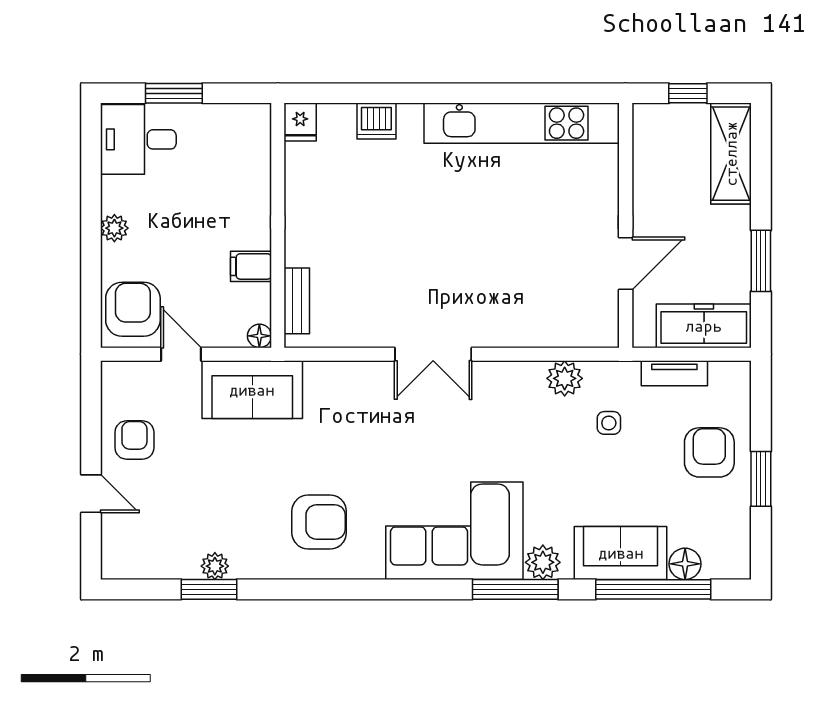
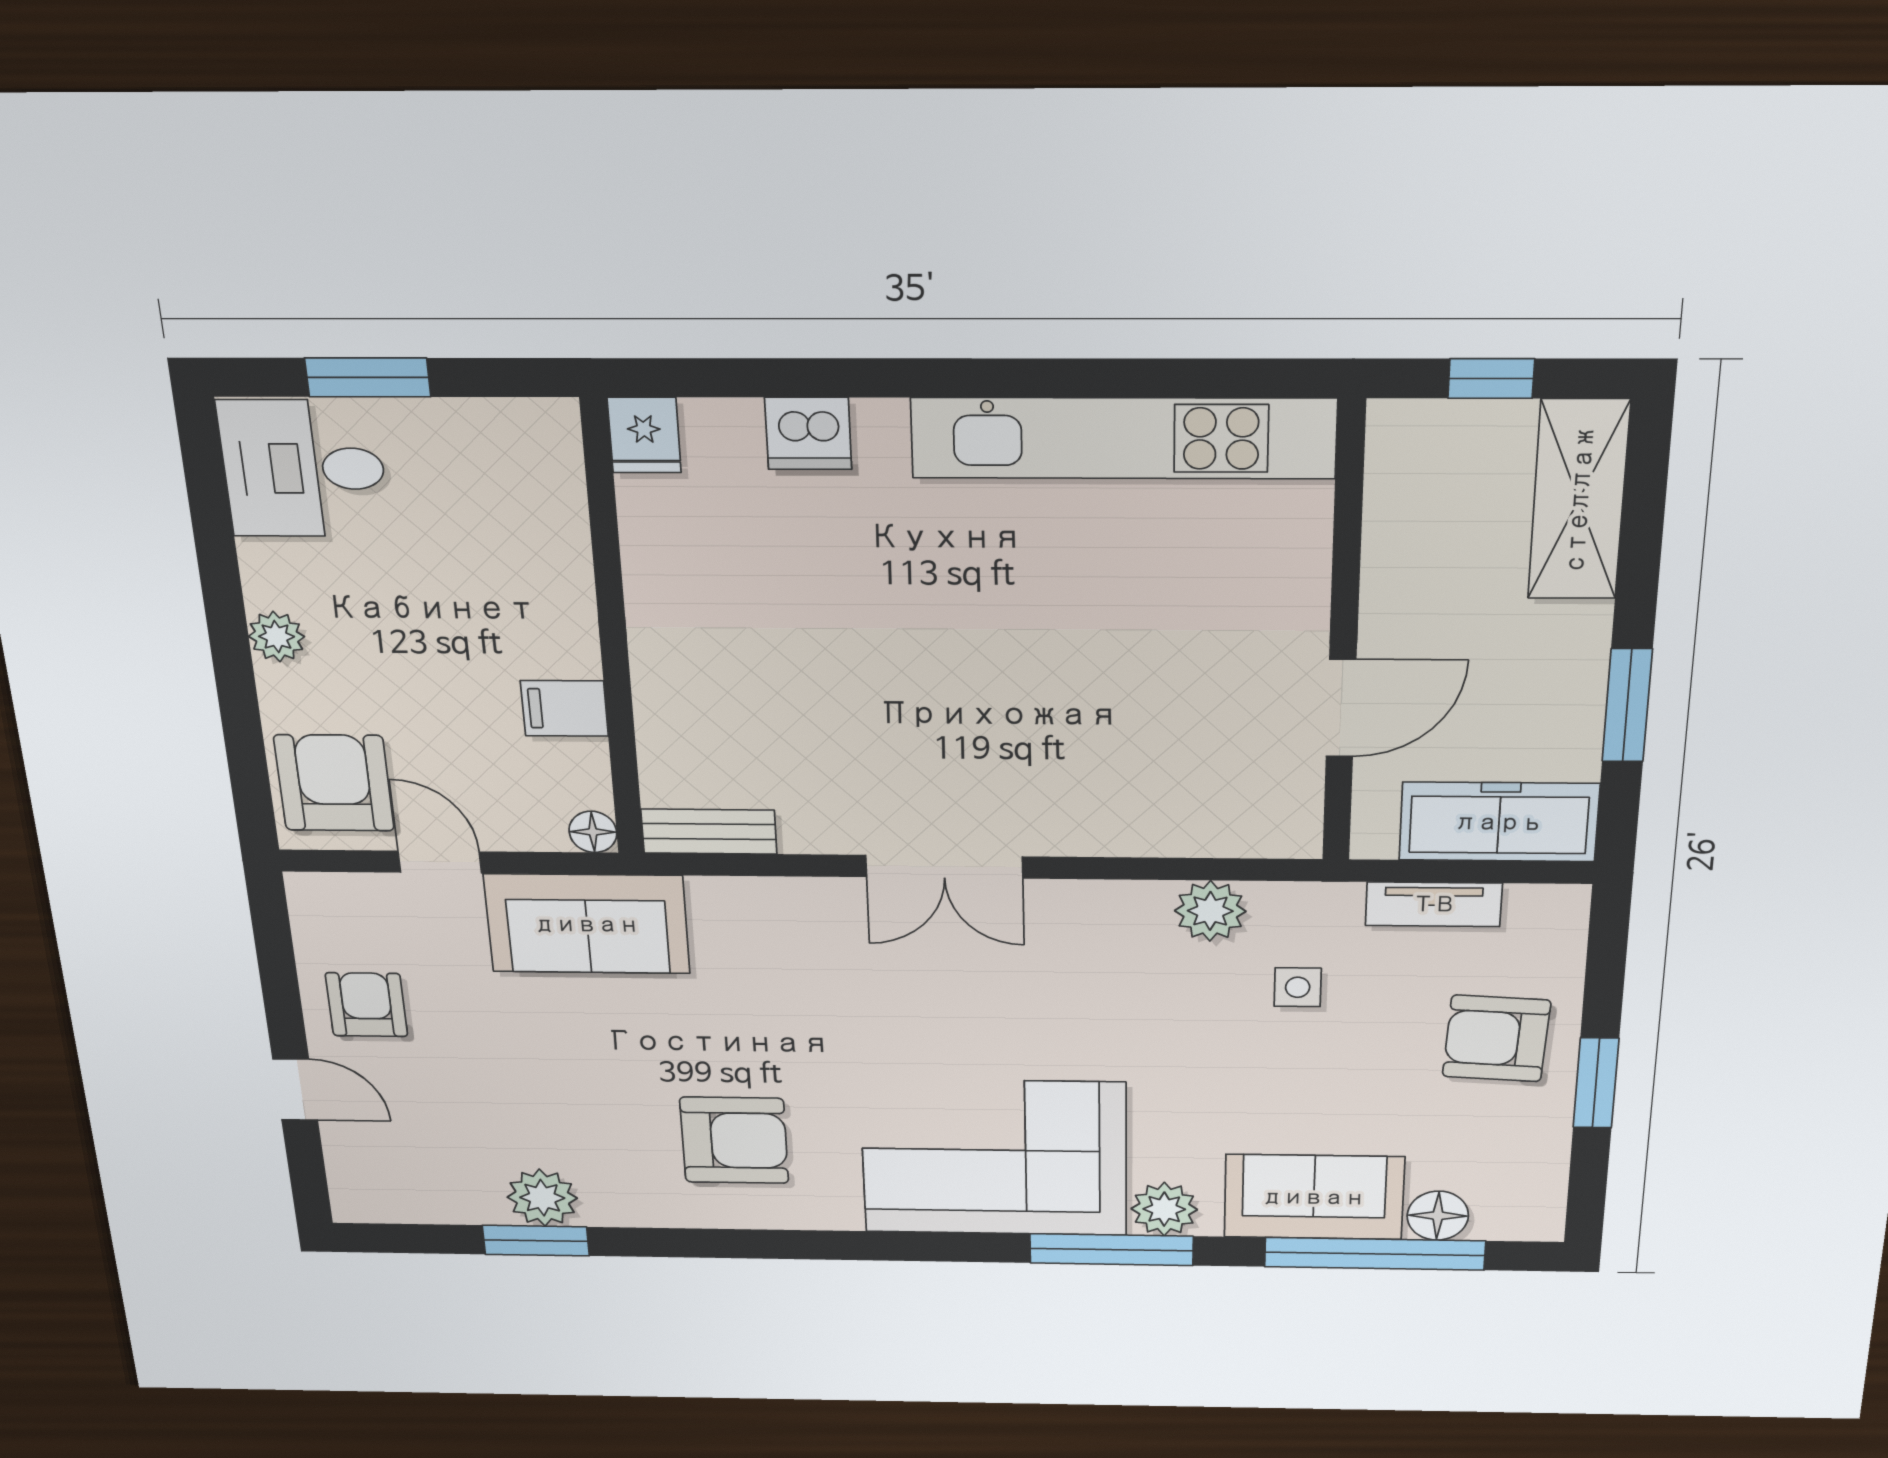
bench: (297, 301) -> (709, 832), moved, turned 90
armchair: (709, 452) -> (1496, 1038), turned -87
plant: (215, 566) -> (542, 1198), width x1.38, depth x1.38

